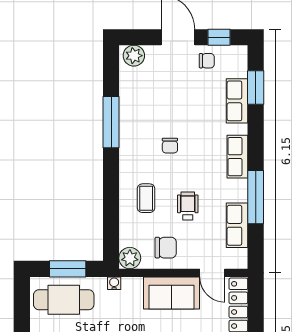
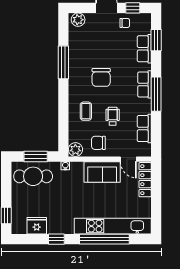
chair: (170, 146) -> (101, 77), width x1.87, depth x1.87
window: (256, 197) -> (156, 94), moved
chair: (166, 248) -> (98, 143), turned 180

